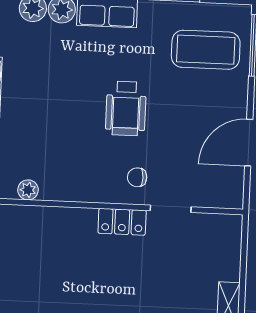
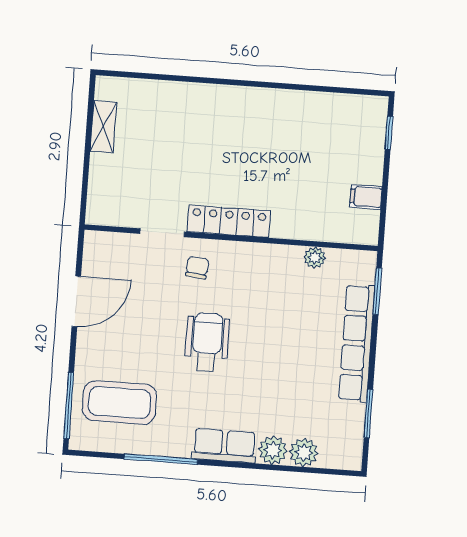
chair: (137, 177) -> (197, 268), turned -84
locker: (122, 222) -> (229, 221), width x1.53

